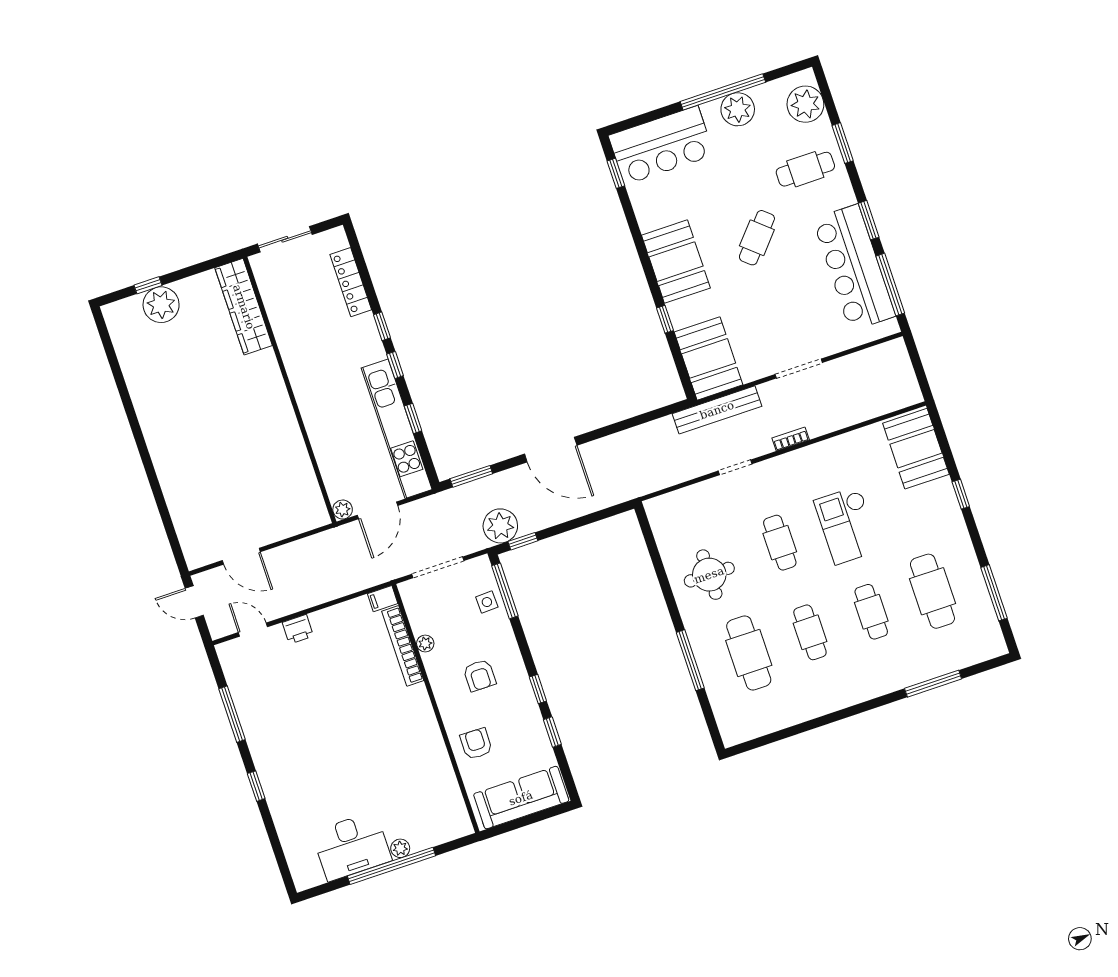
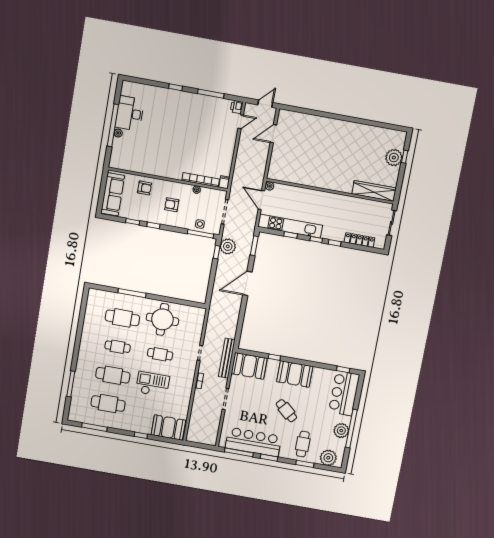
round table: (709, 575) -> (162, 319), width x1.36, depth x1.36
cafe table: (871, 612) -> (113, 375), width x1.37, depth x1.35
printer: (298, 629) -> (237, 107), moved

